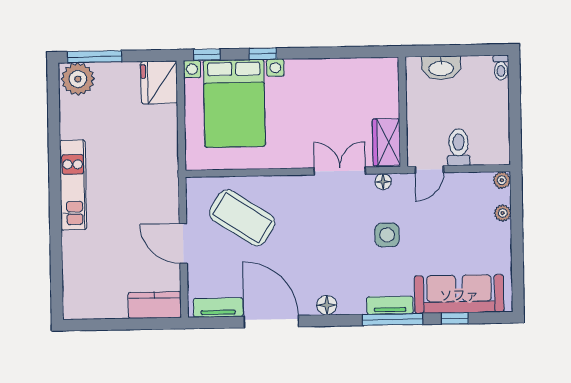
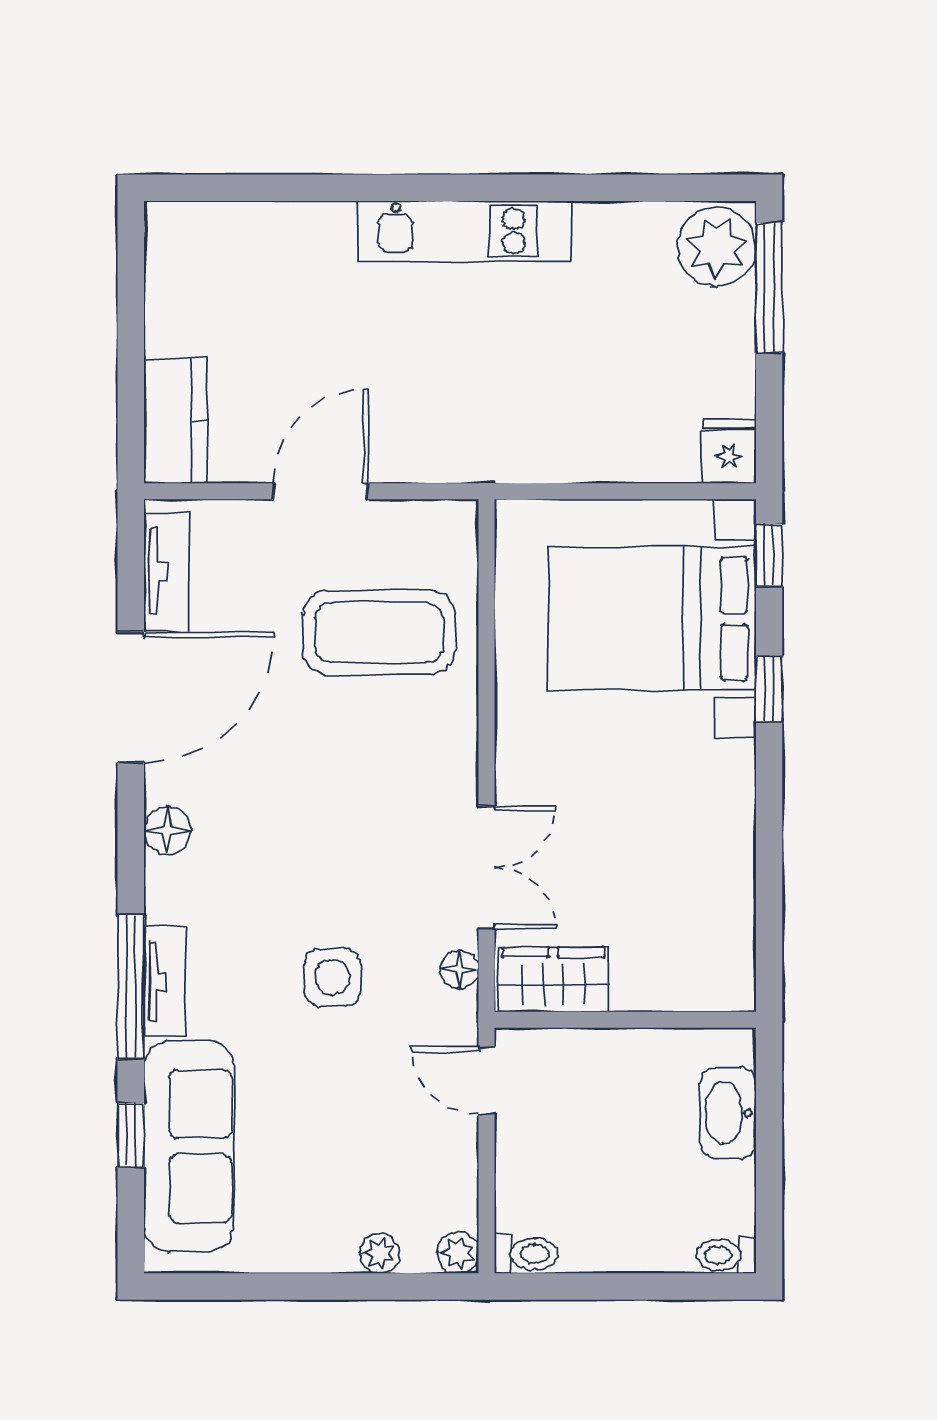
fridge: (159, 82) -> (729, 451), width x0.53, depth x0.75
toilet: (459, 147) -> (526, 1254), moved, width x0.73, depth x0.72
coffee table: (242, 218) -> (379, 632), turned 57

